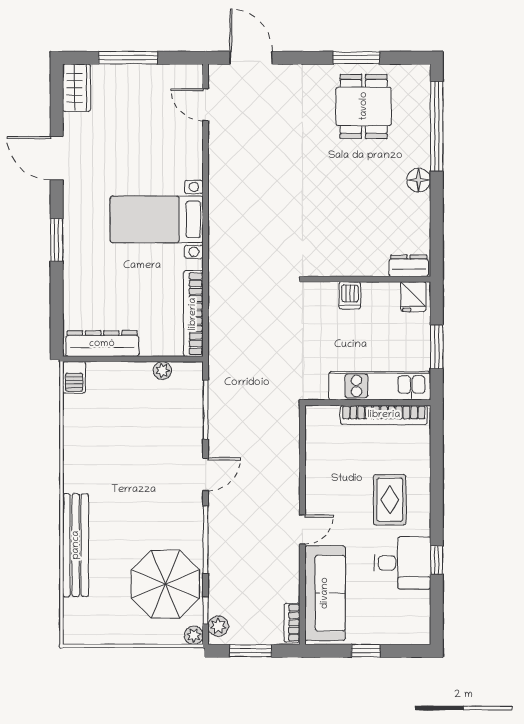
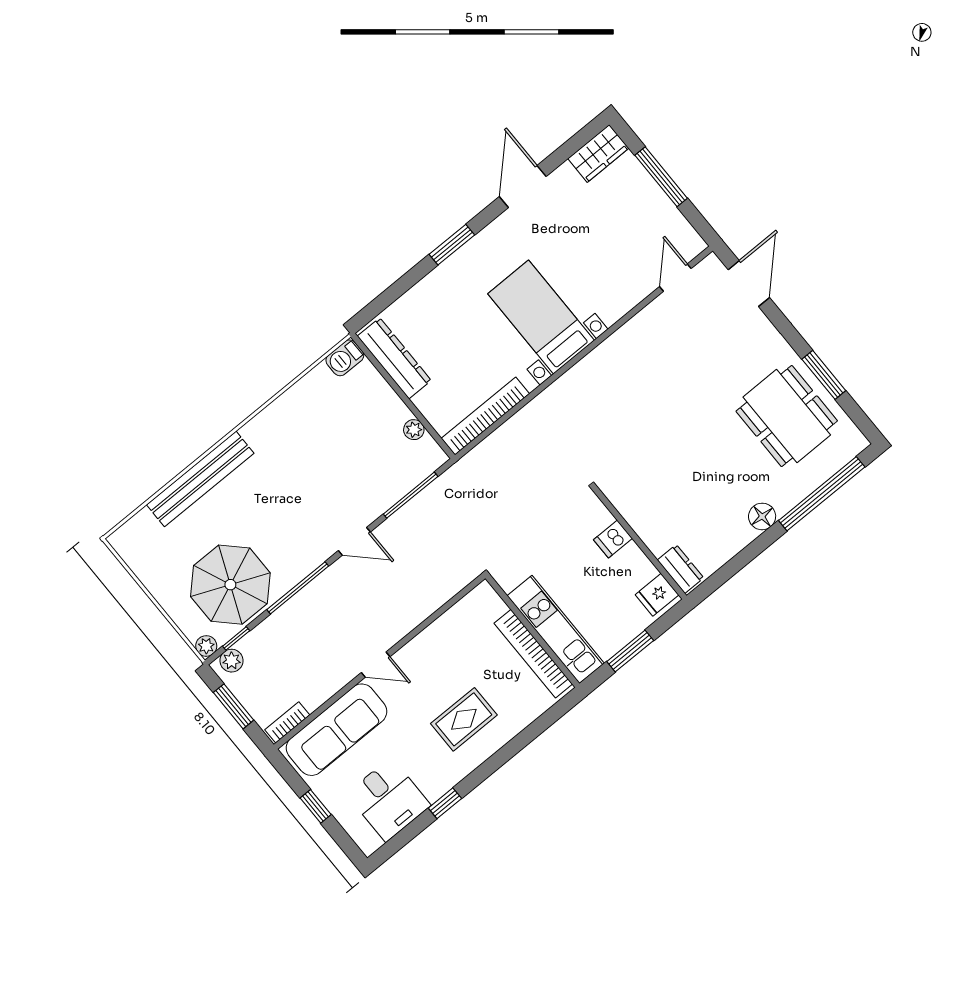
dining table: (364, 106) -> (787, 416), width x1.38
desk: (402, 563) -> (388, 800), moved

